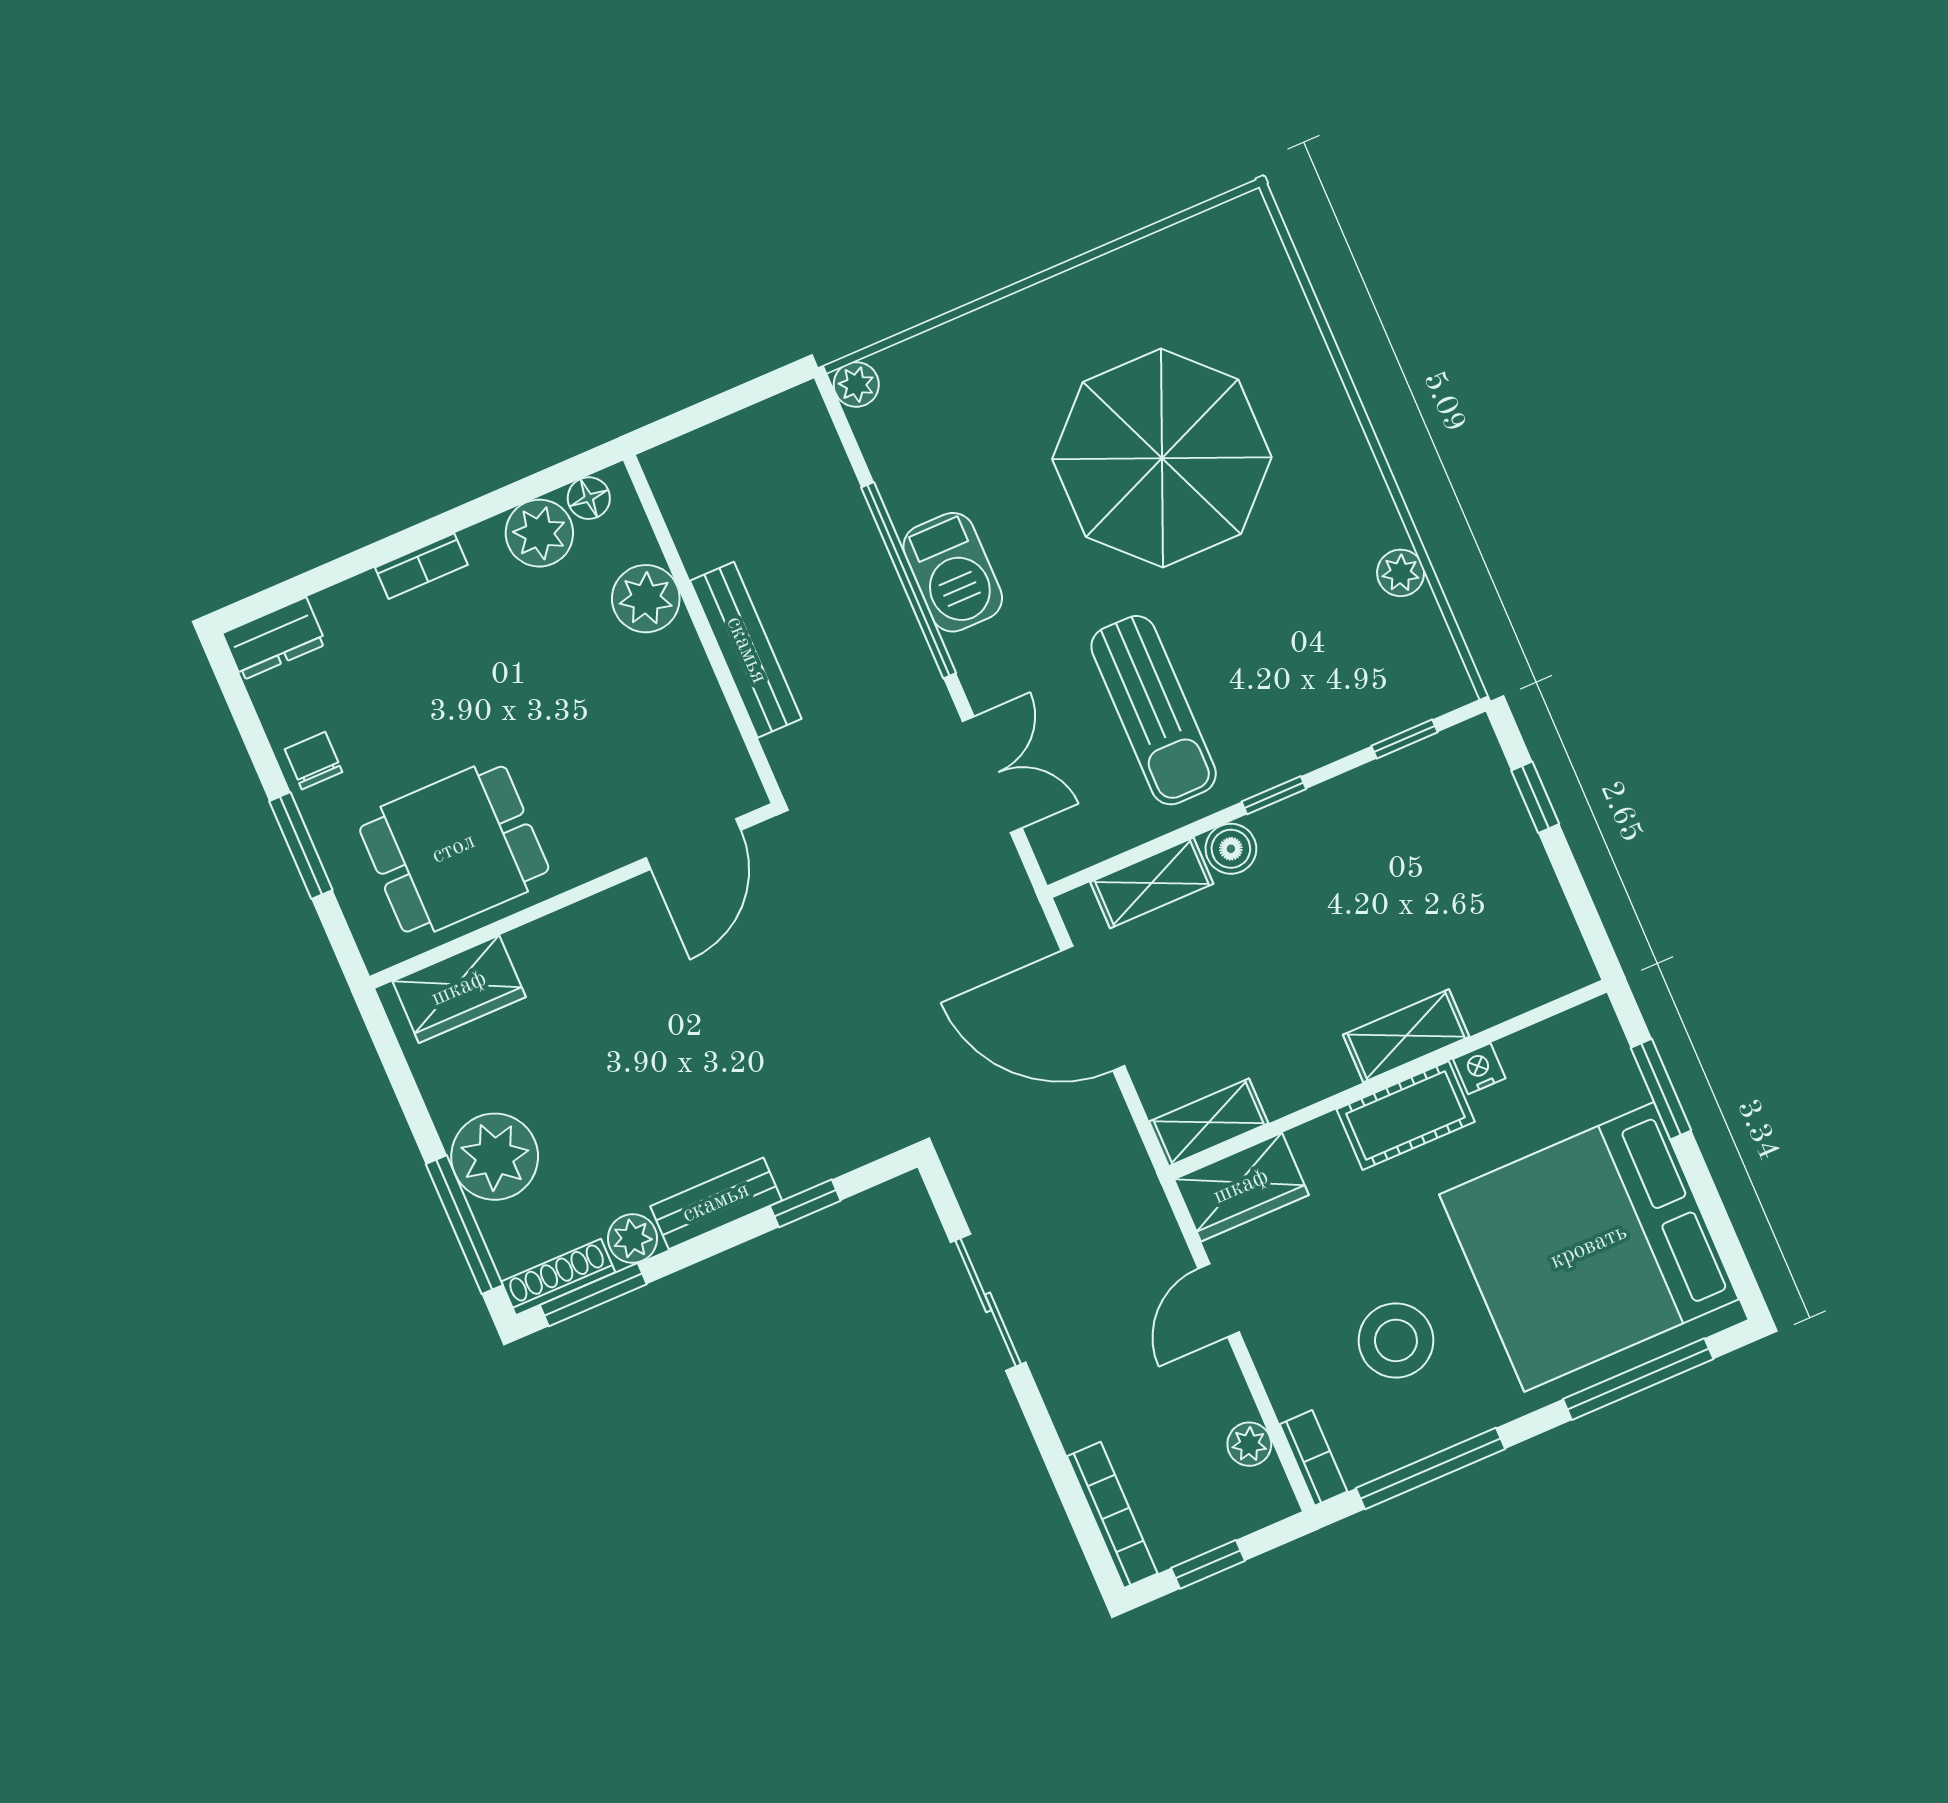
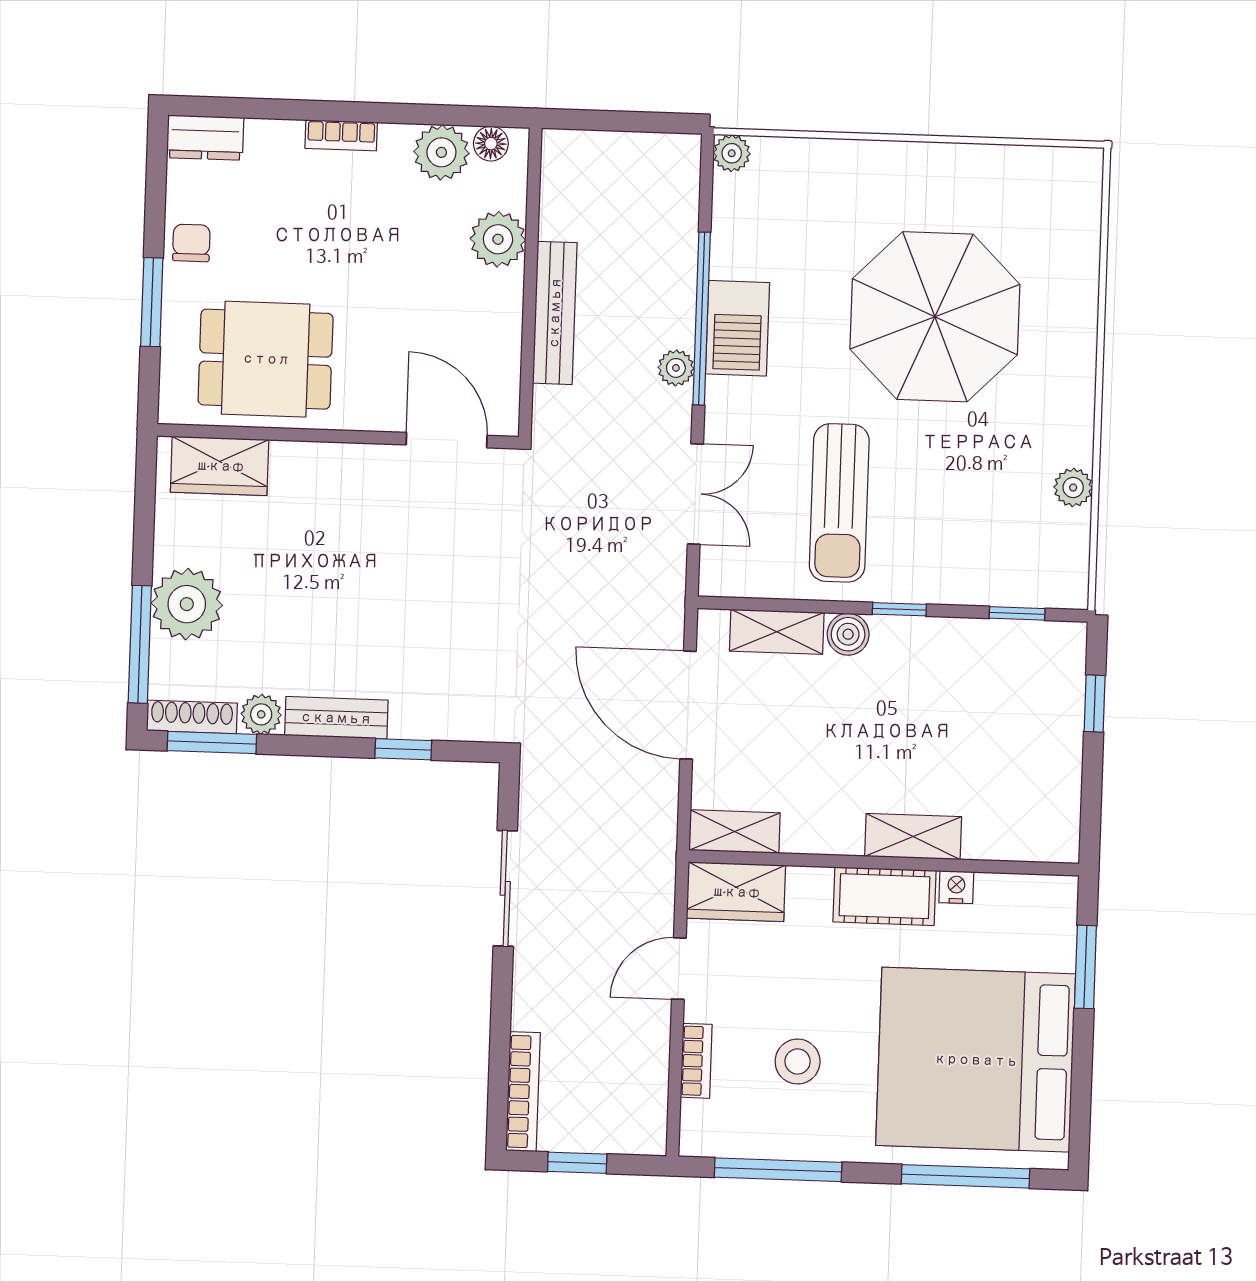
door: (693, 844) -> (447, 440), swing flipped
stool: (1396, 1340) -> (798, 1061), width x0.73, depth x0.73
plant: (1249, 1444) -> (676, 368), moved
bookcase: (1313, 1458) -> (696, 1061), moved

